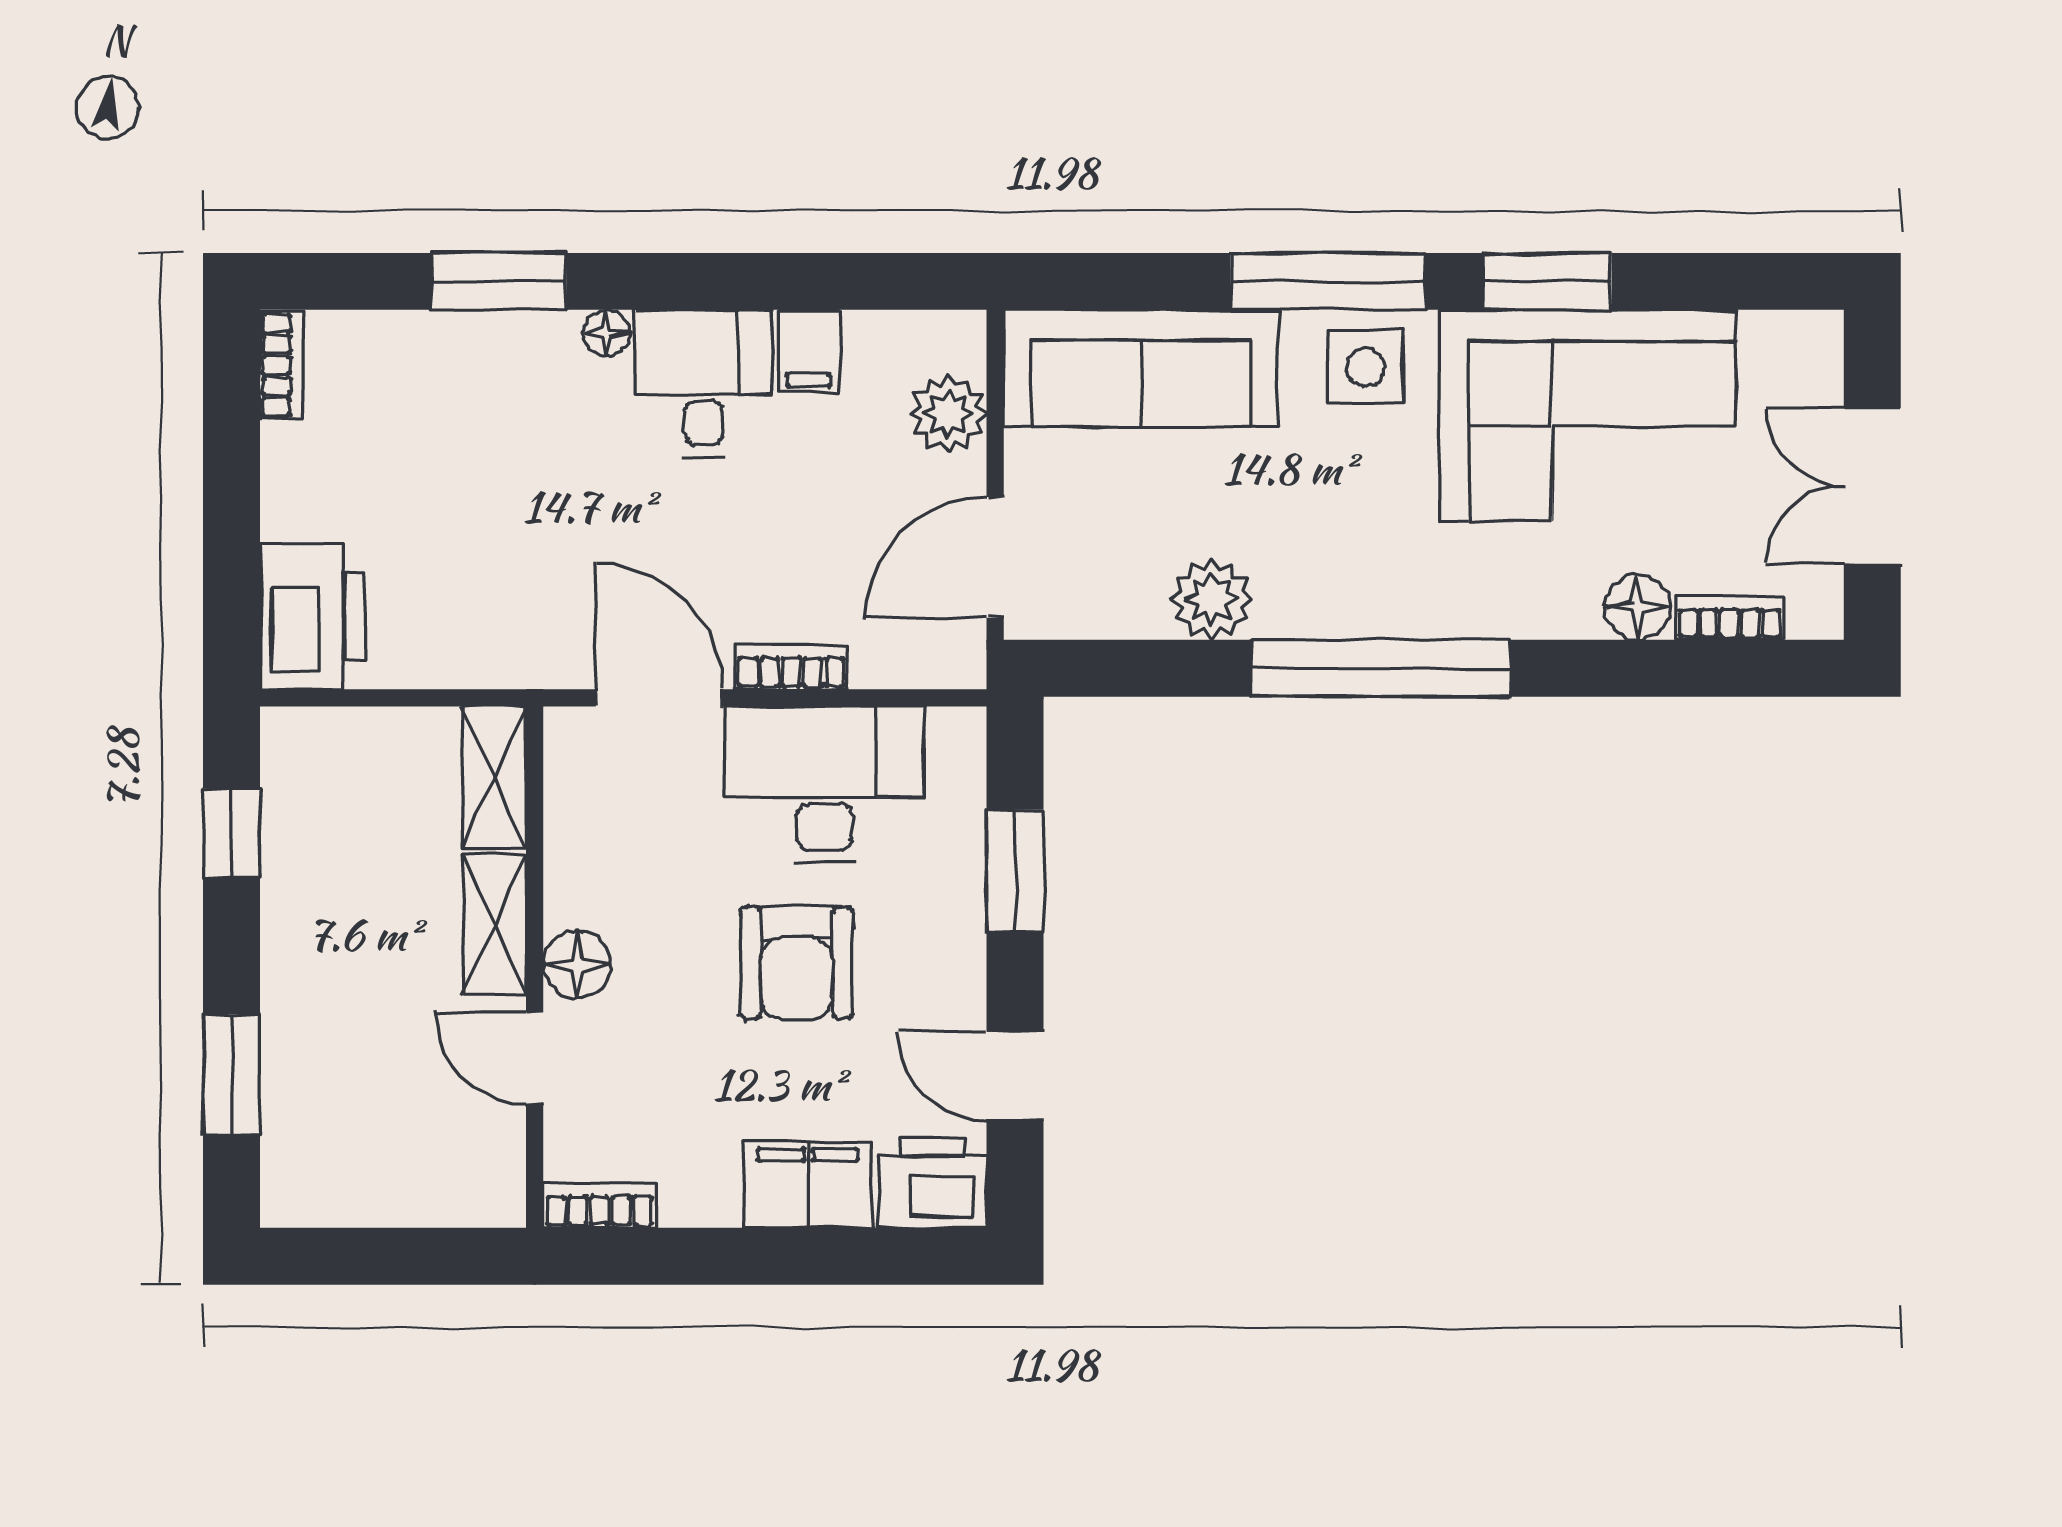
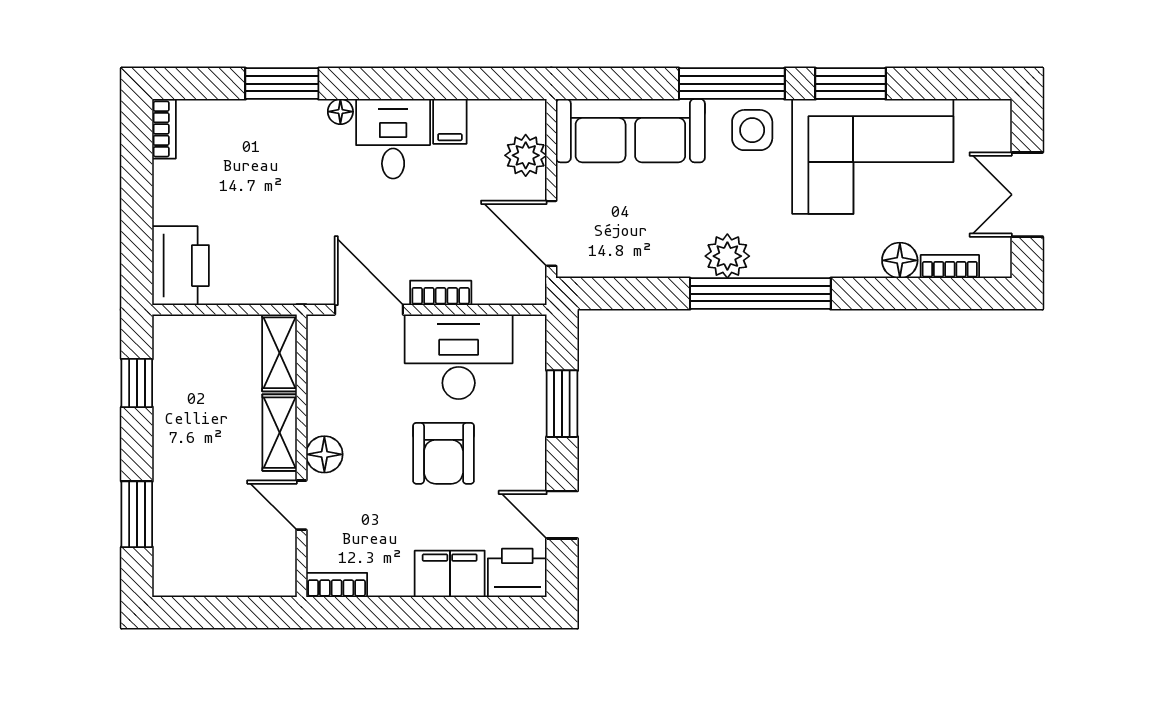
door: (995, 557) -> (551, 233), hinge flipped
plant: (1212, 599) -> (727, 256), moved

